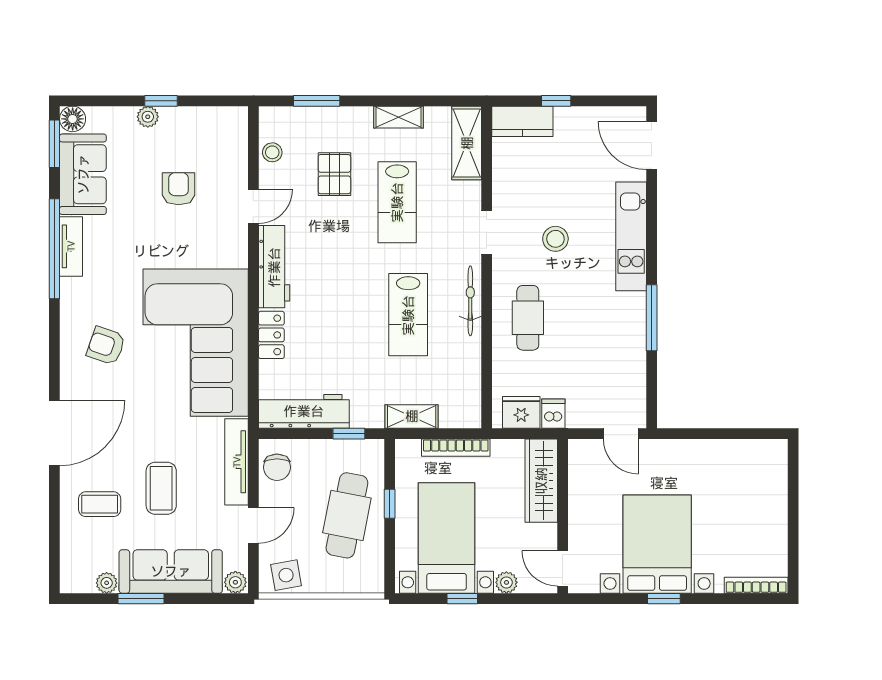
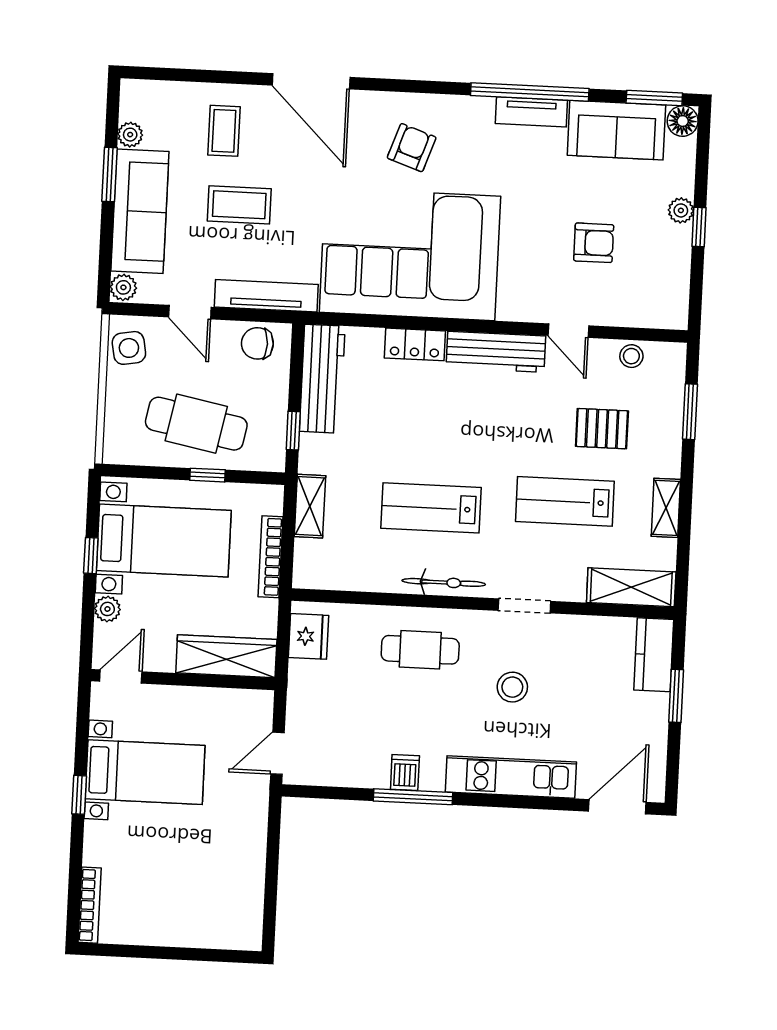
window: (556, 101) -> (676, 696), width x1.50
dishwasher: (553, 414) -> (405, 773), moved, turned -90
bed with nightstands: (657, 544) -> (145, 772), width x0.73

